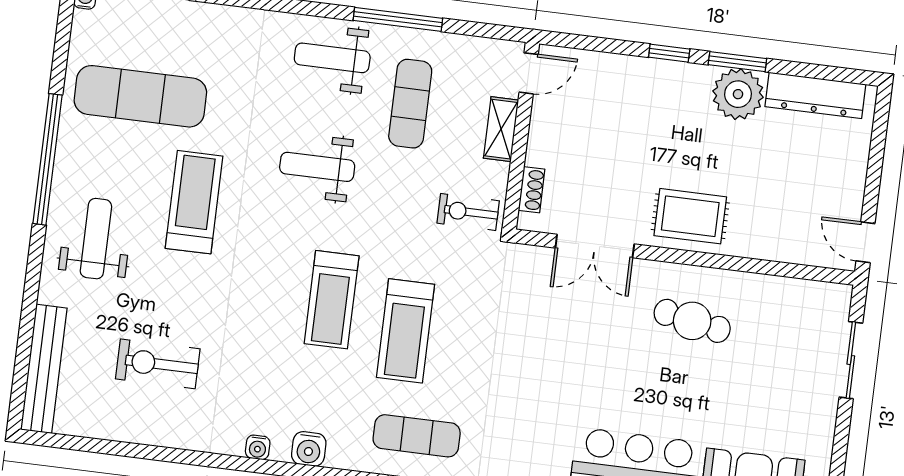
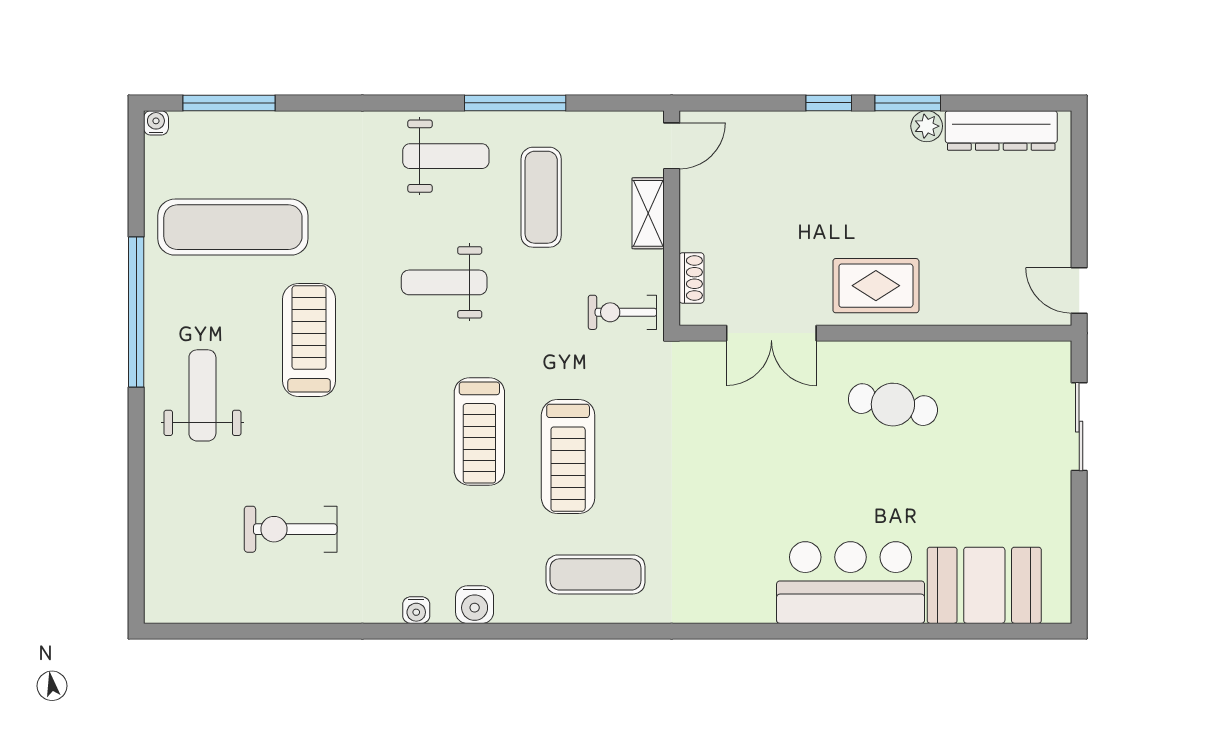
weight bench: (332, 58) -> (446, 156), turned 180
plant: (738, 94) -> (927, 126), width x0.53, depth x0.53
bench: (44, 369) -> (162, 551), removed

